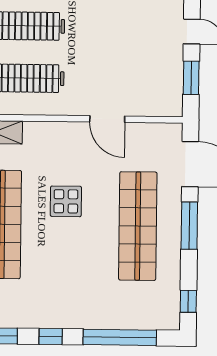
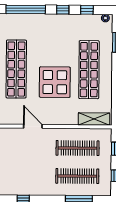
display table: (66, 201) -> (55, 82), width x1.86, depth x1.86

